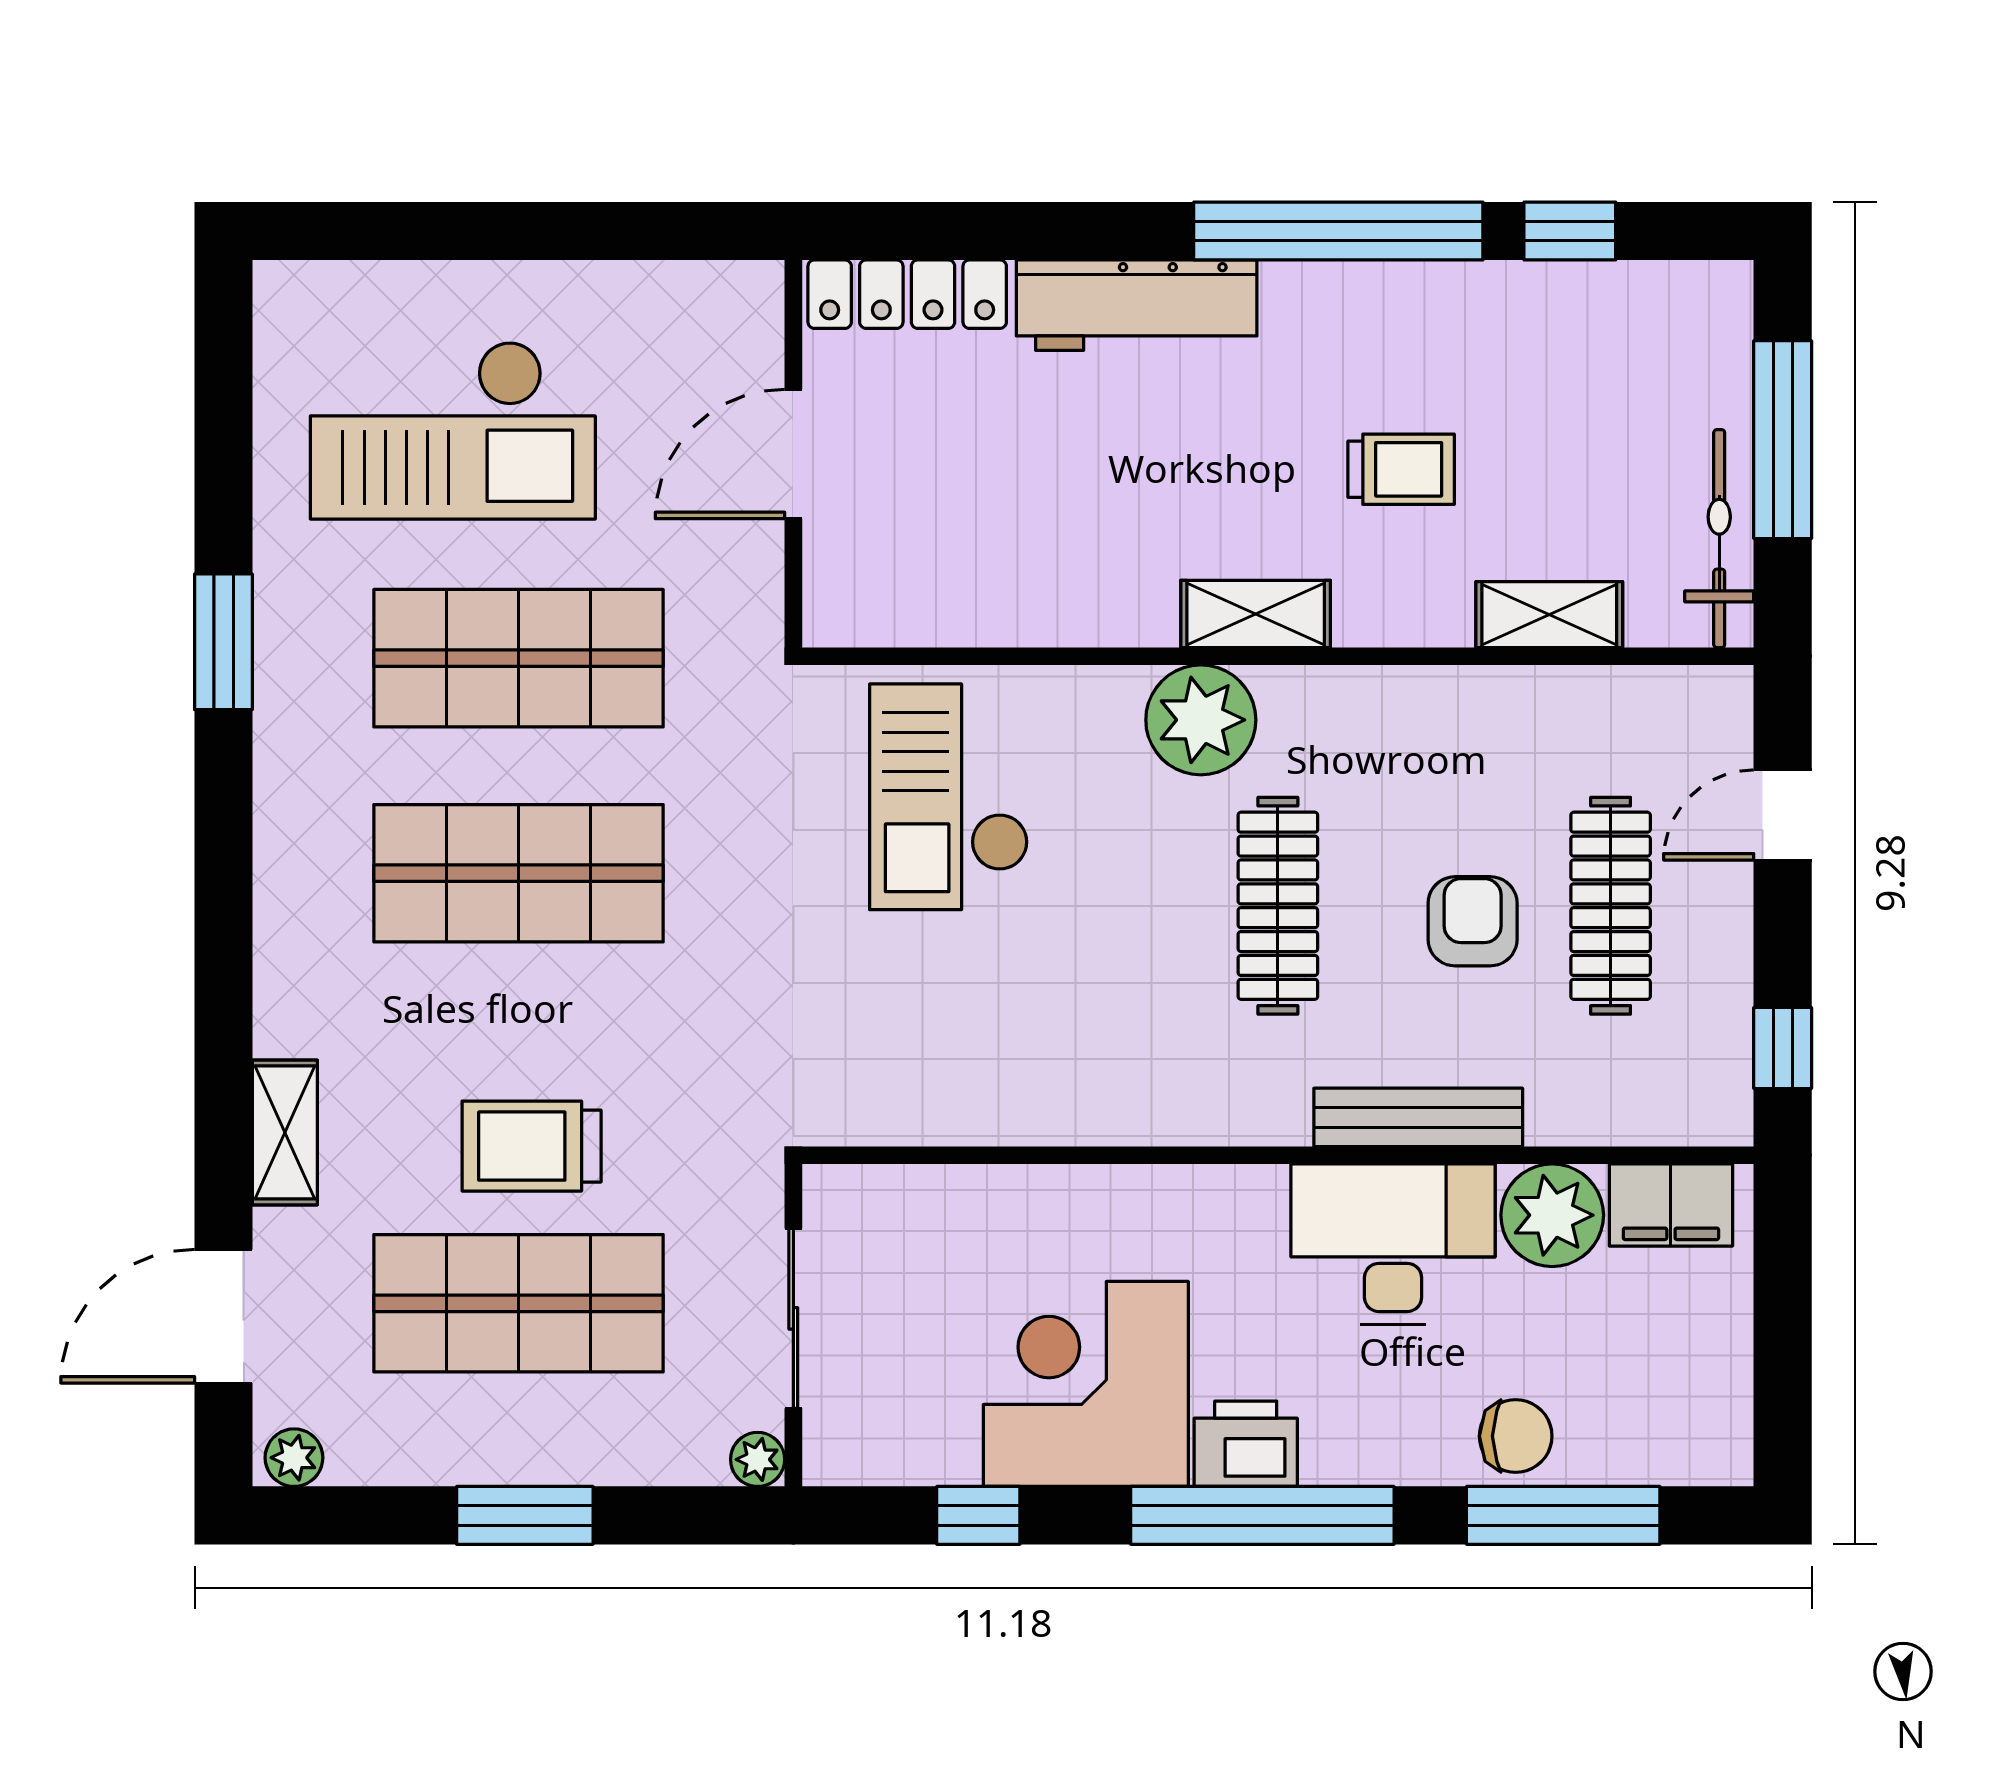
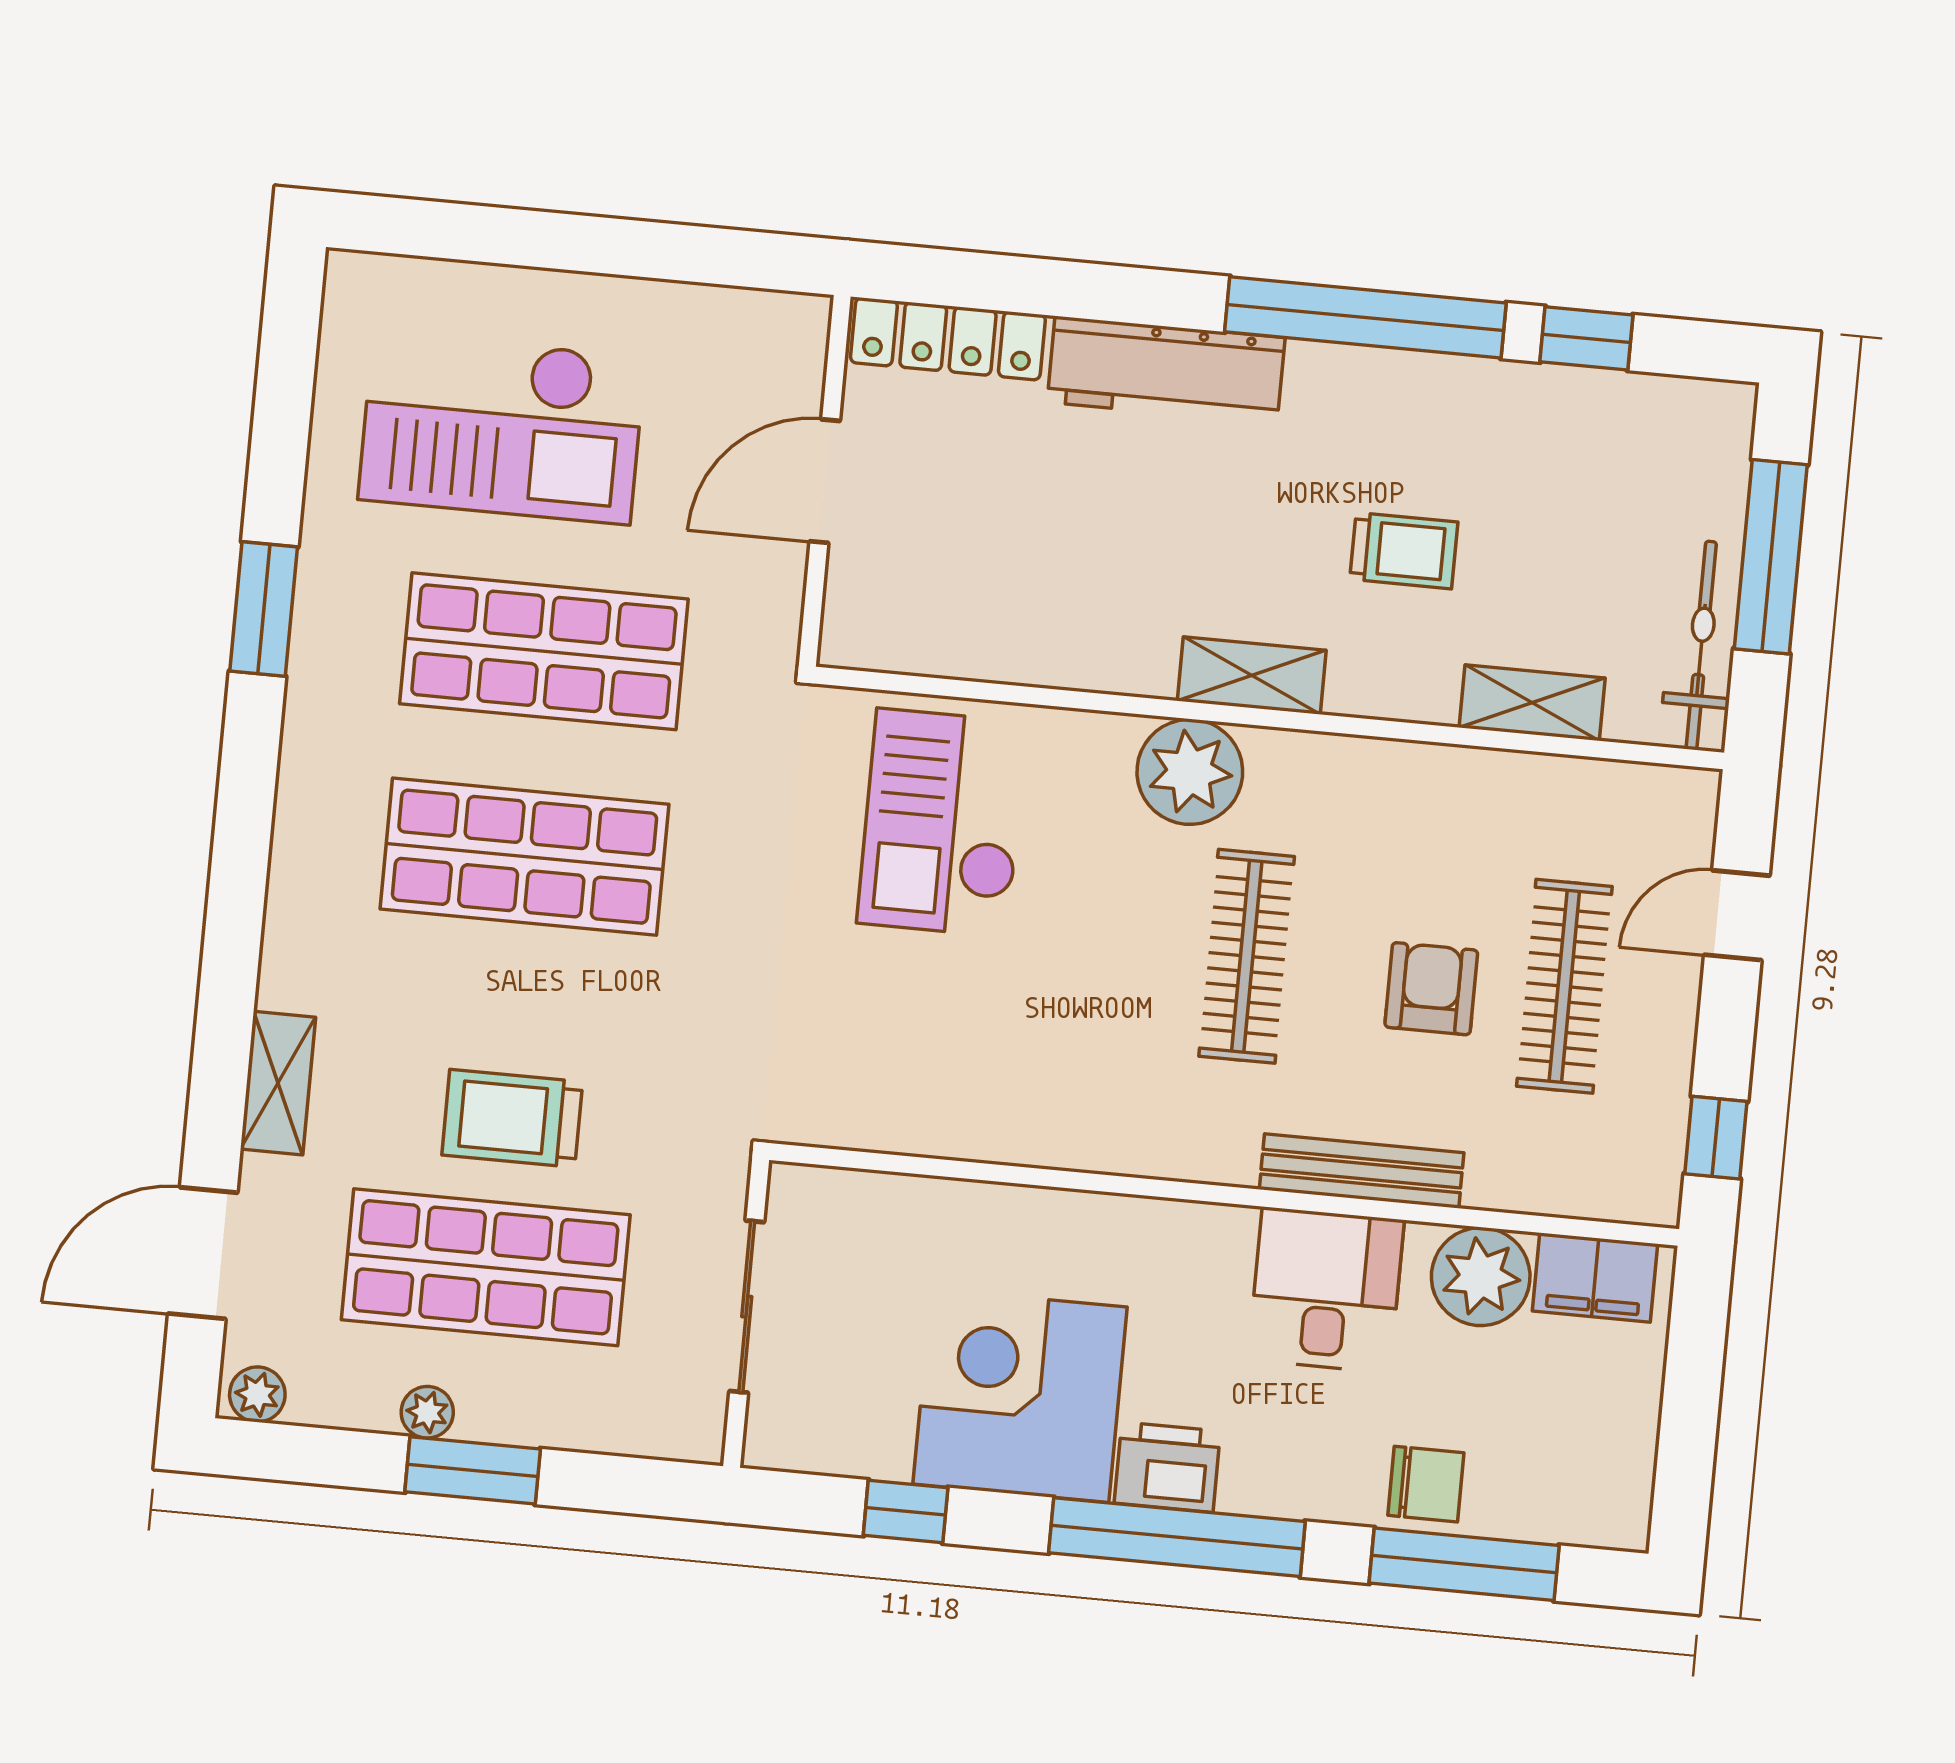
desk: (1393, 1244) -> (1326, 1290), width x0.73
plant: (758, 1459) -> (427, 1412), moved

